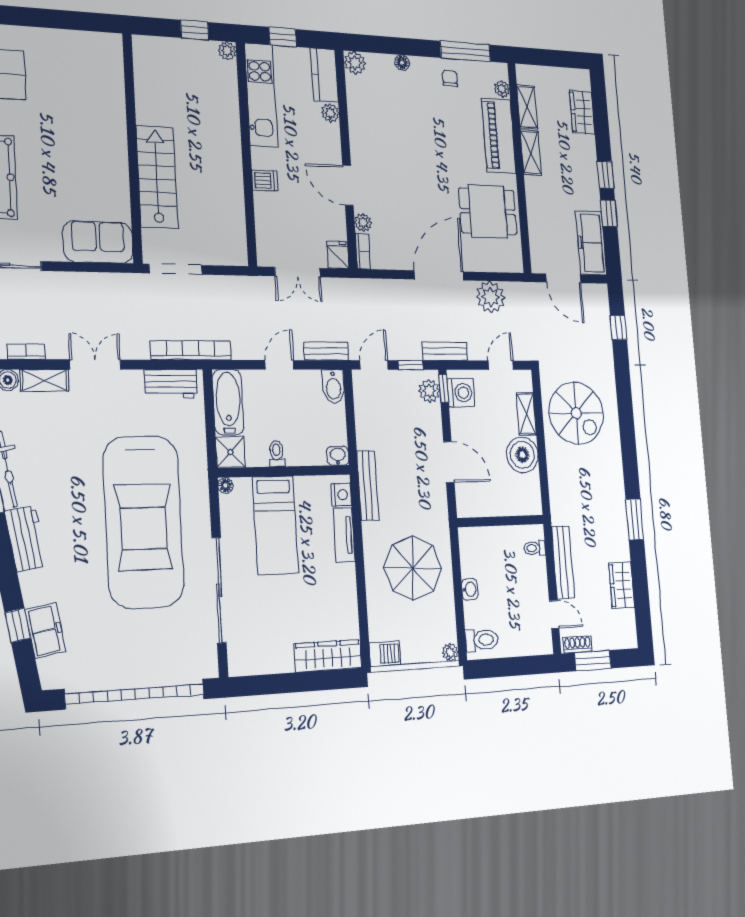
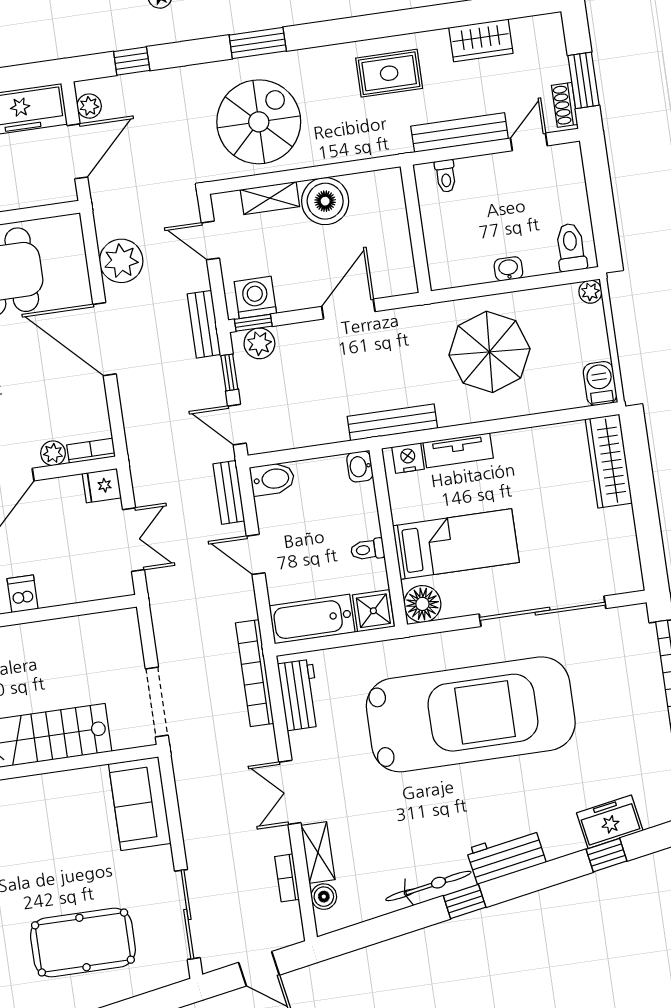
plant: (592, 292) -> (89, 106), added
floor lamp: (225, 485) -> (422, 604), width x1.89, depth x1.89
rug: (603, 514) -> (389, 73), added
window: (635, 519) -> (258, 43), moved

